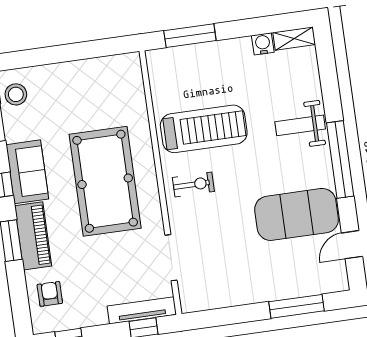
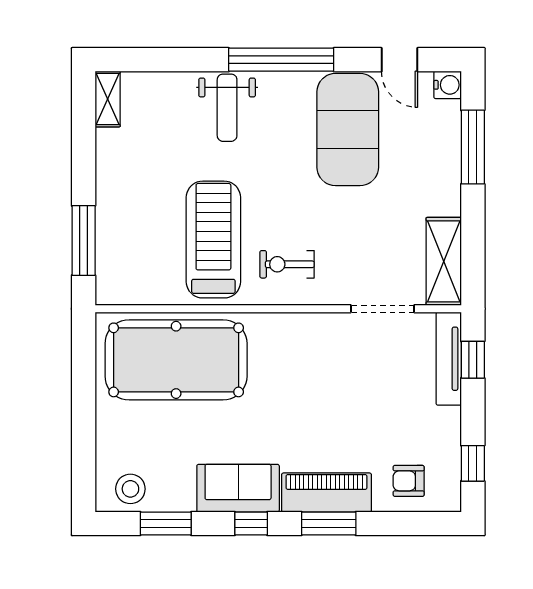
water cooler: (263, 44) -> (448, 85), moved, turned 180
pool table: (105, 181) -> (176, 360), moved
exercise bike: (193, 184) -> (287, 264), turned -90
shelving: (211, 297) -> (444, 261), added

